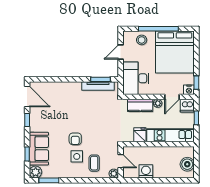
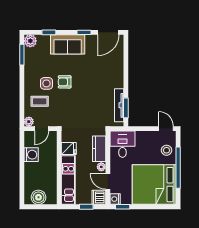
door: (121, 52) -> (166, 129), moved
desk: (136, 78) -> (122, 144), width x0.73
sofa: (39, 149) -> (68, 44), moved

